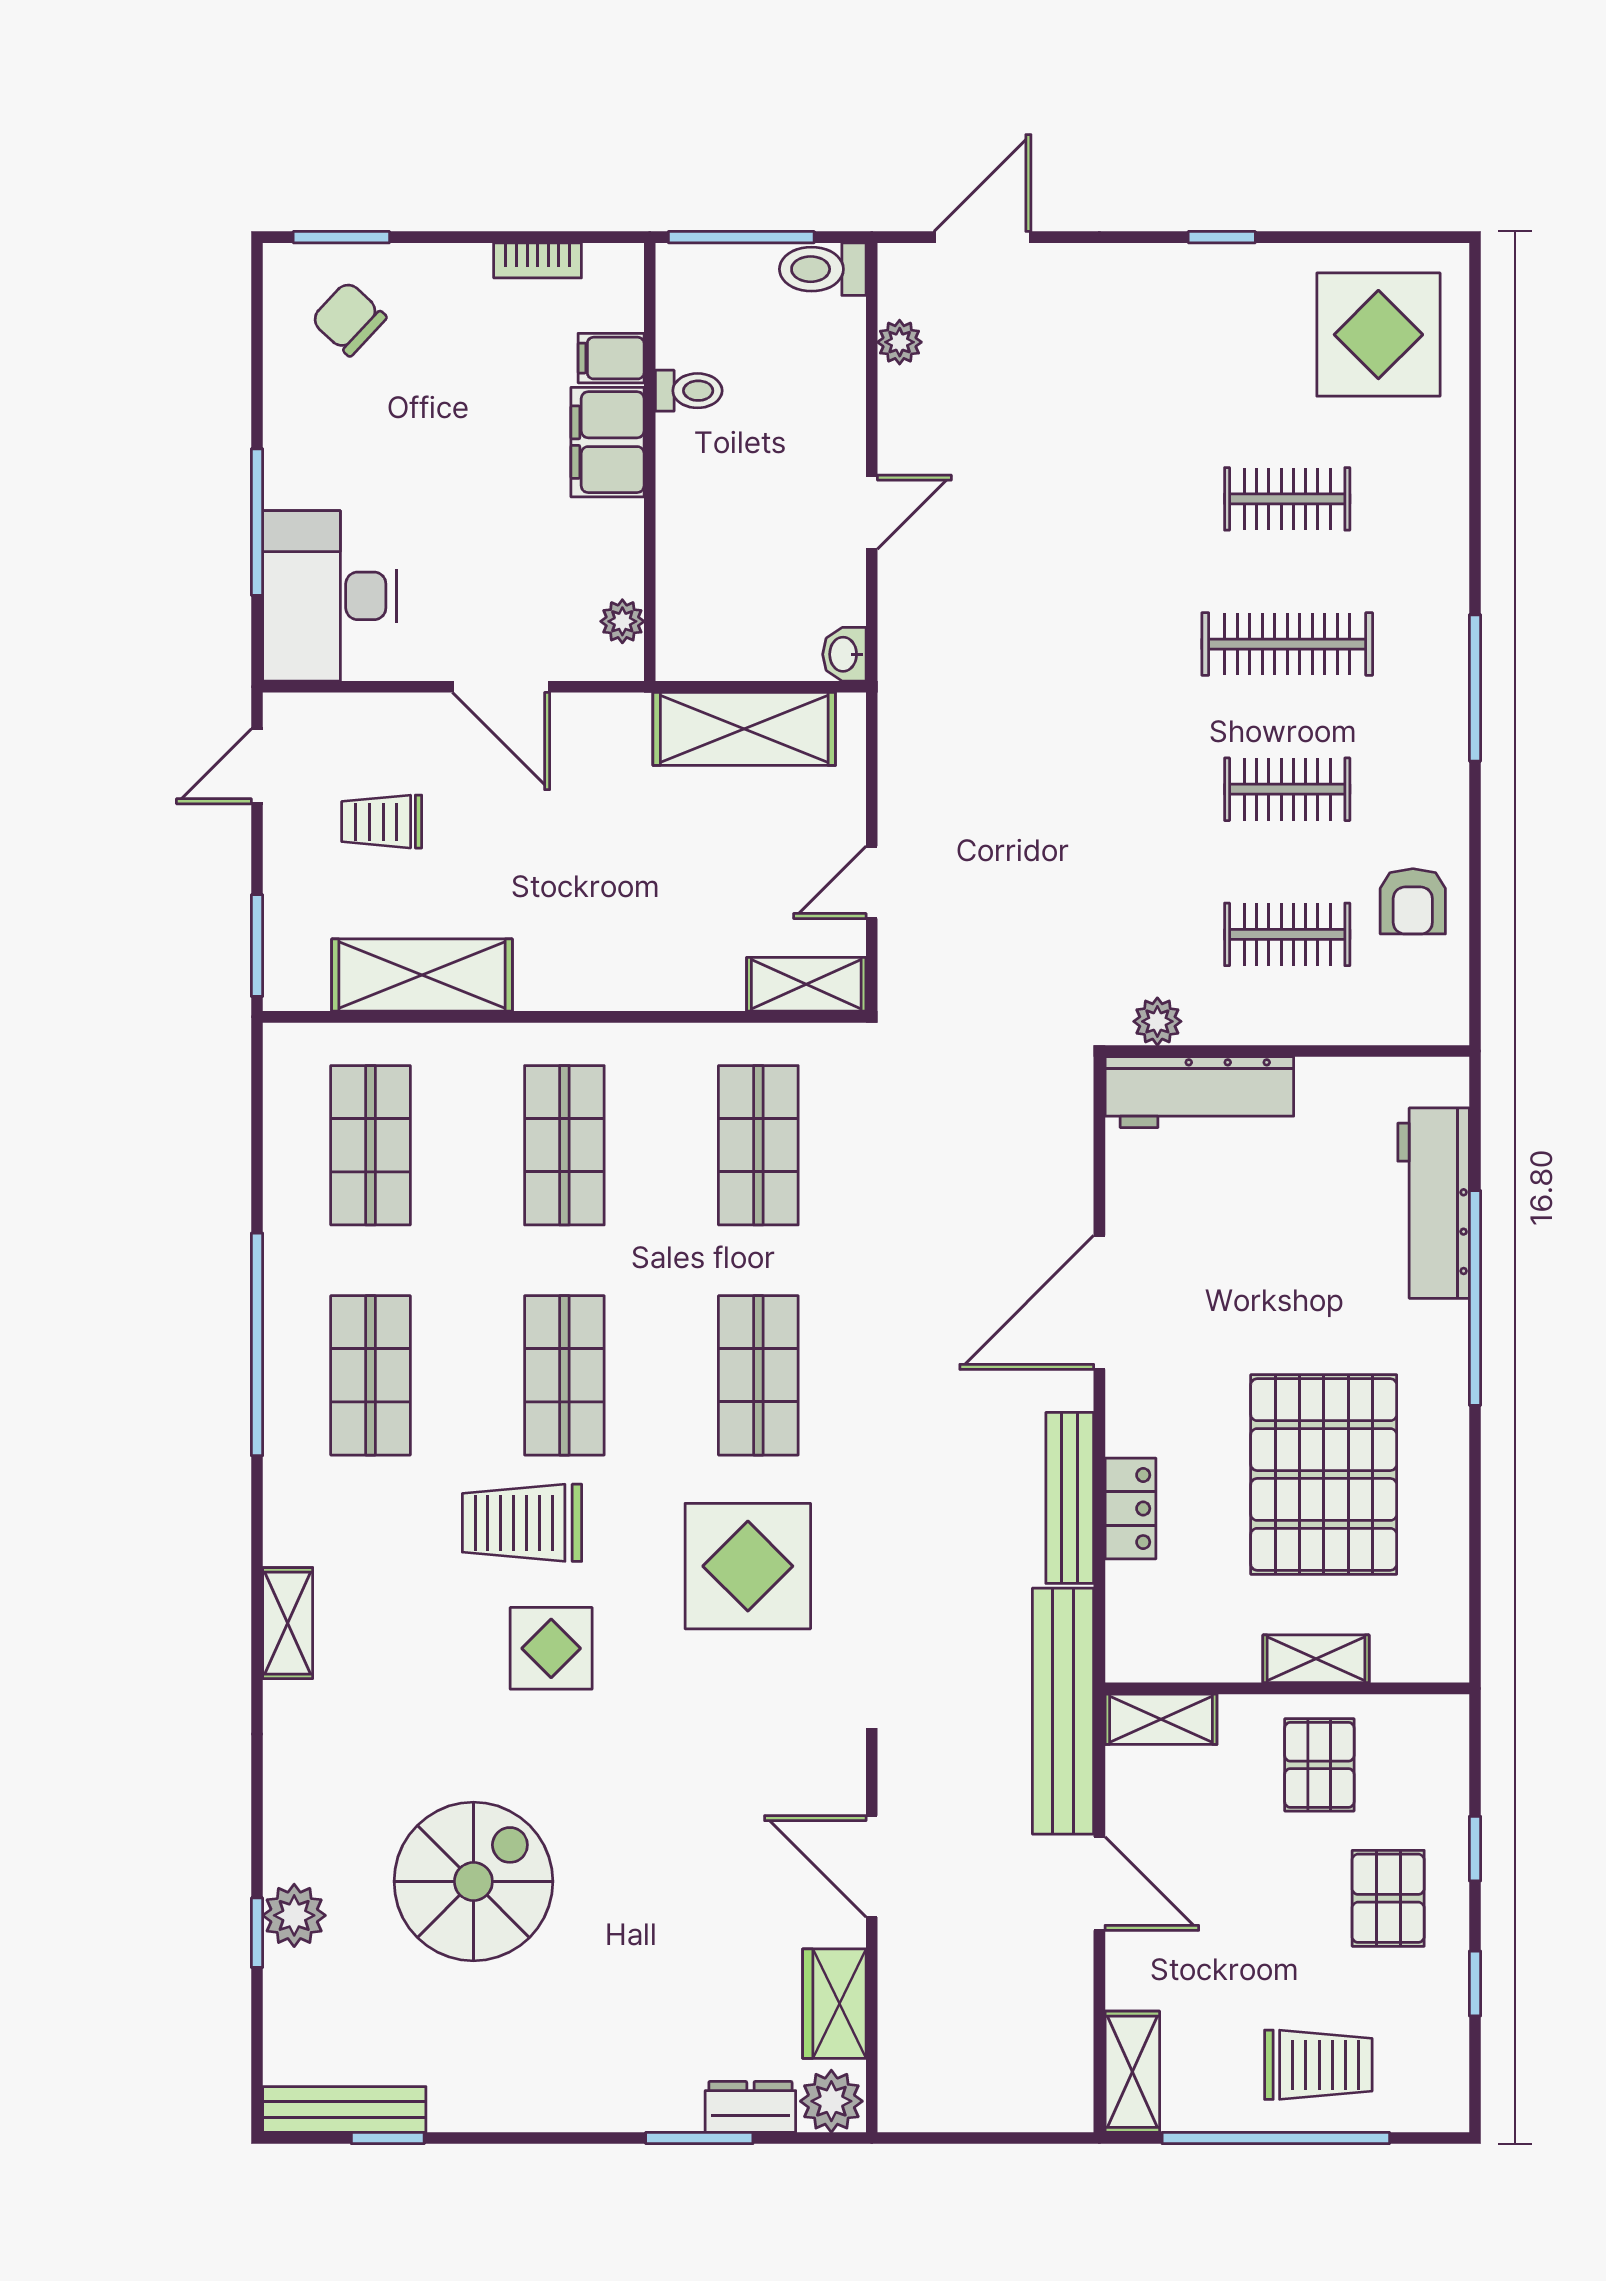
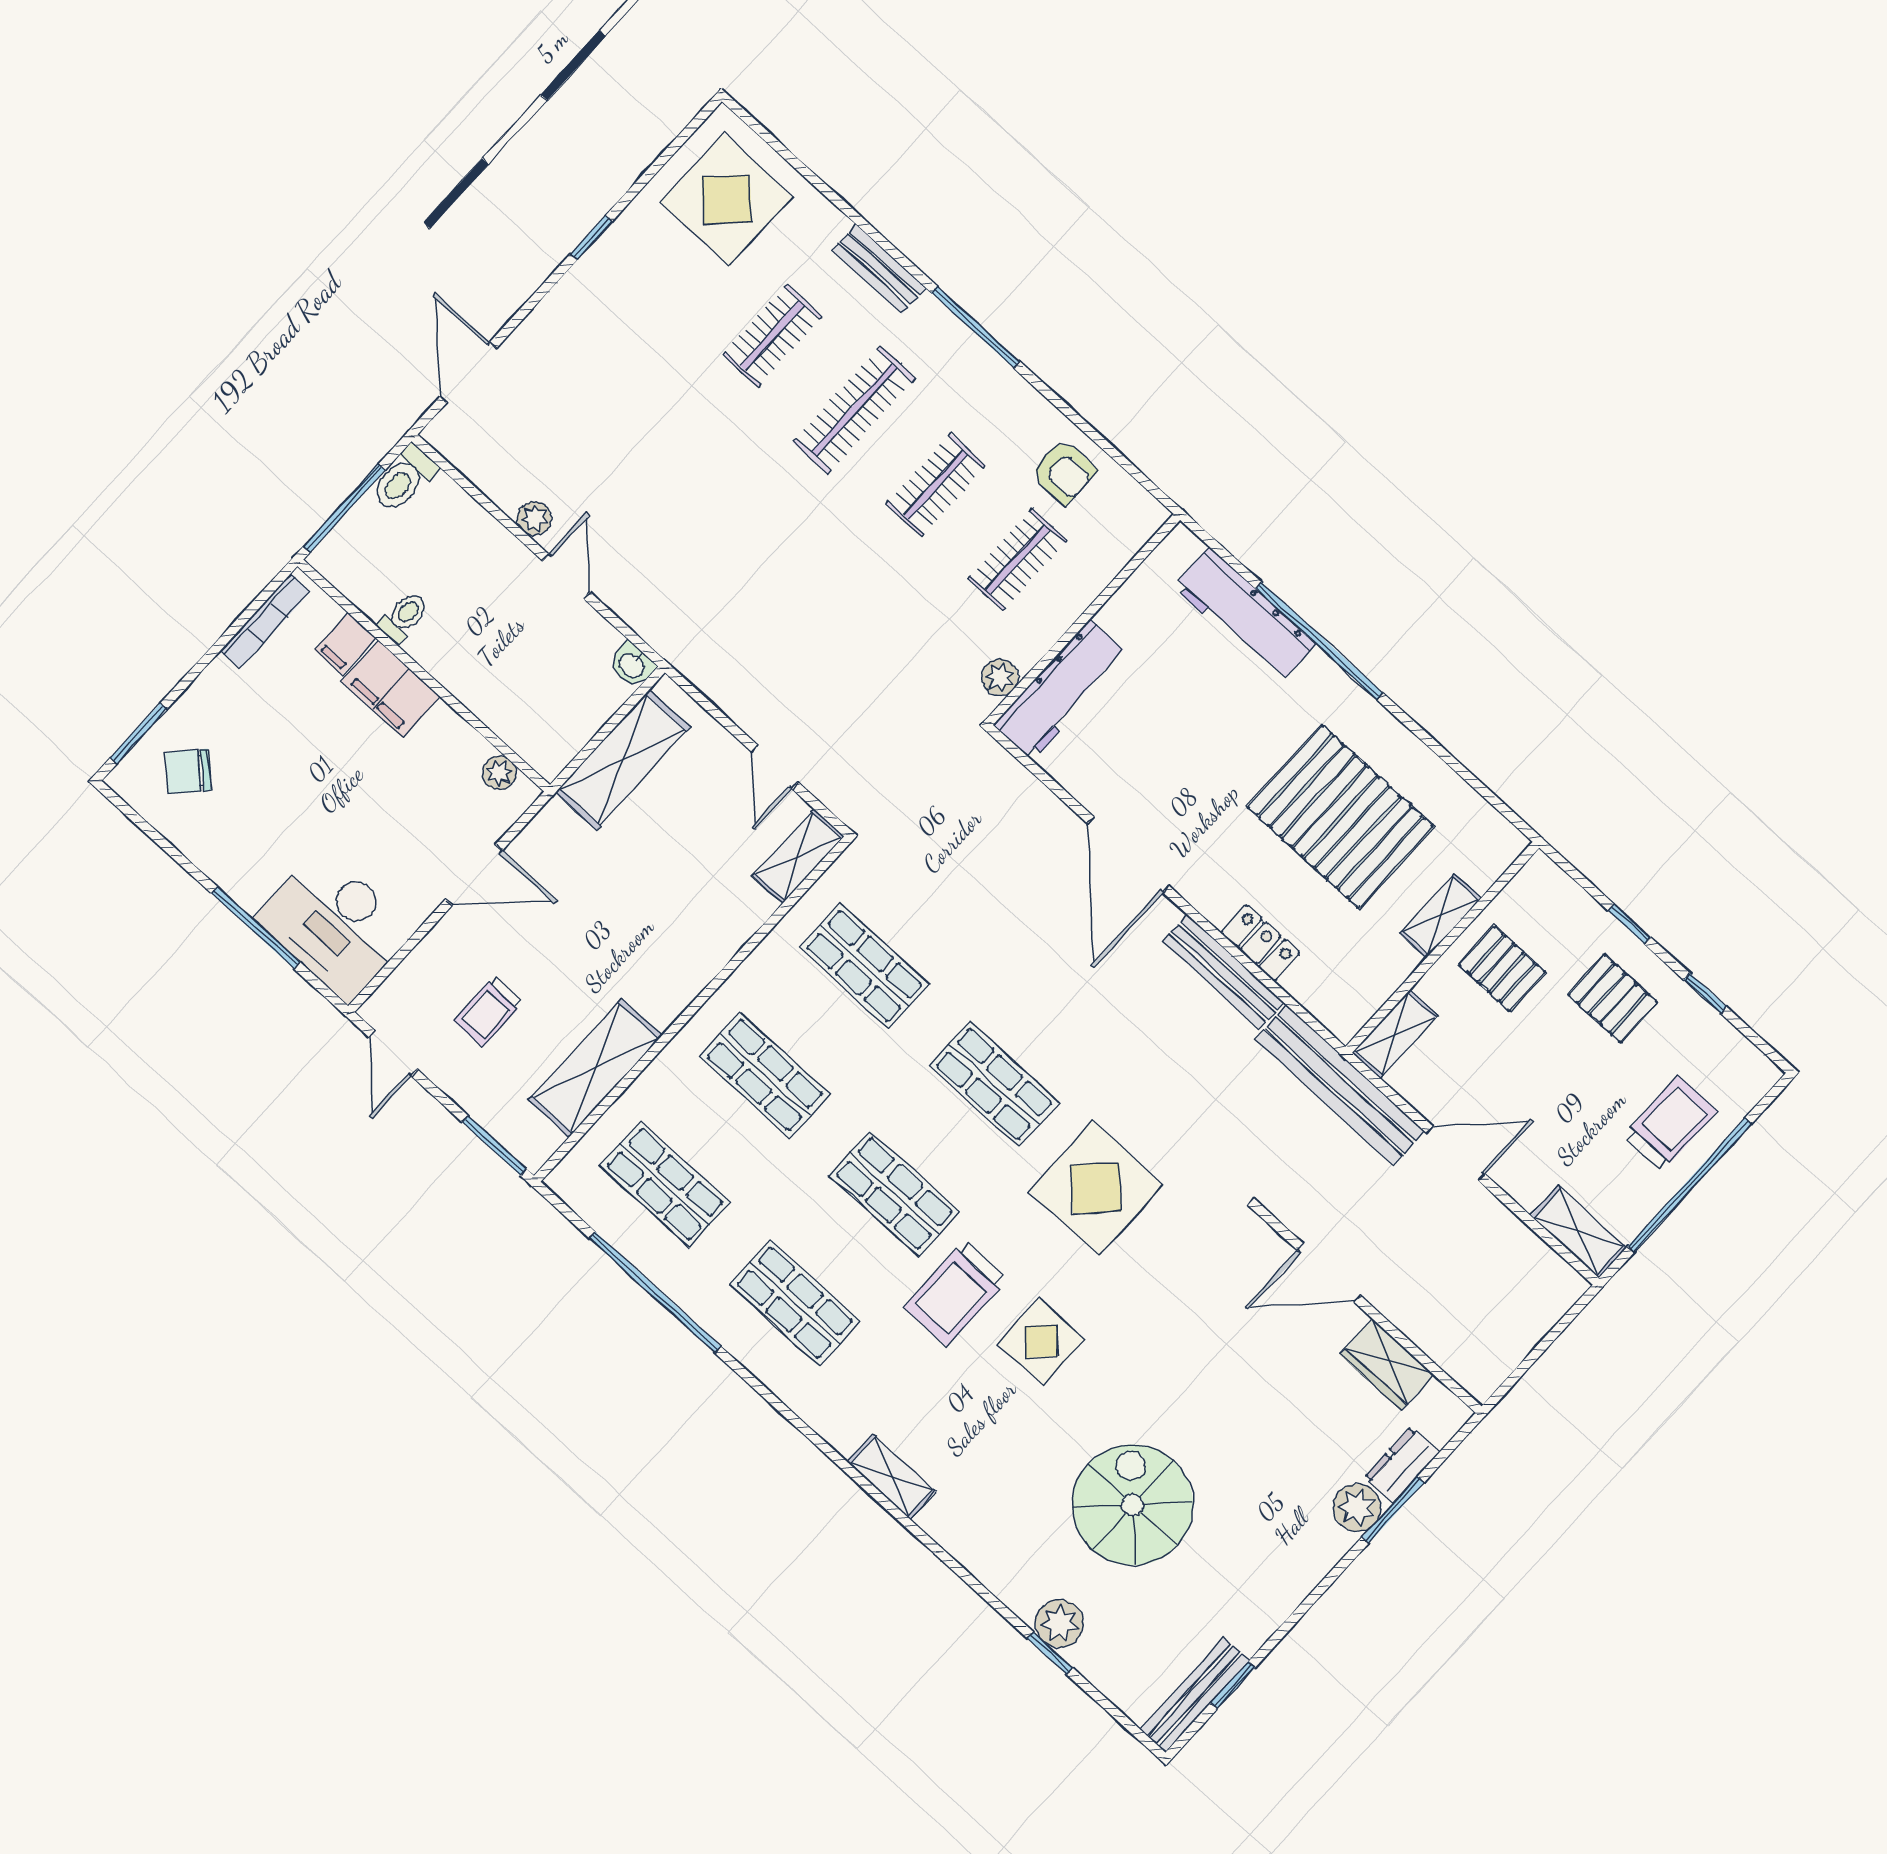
bookcase: (538, 260) -> (265, 621), width x1.56
plant: (900, 342) -> (534, 519), moved
bench: (1446, 543) -> (879, 269), added
window: (257, 1344) -> (655, 1292), moved
plant: (831, 2101) -> (1357, 1508), moved

